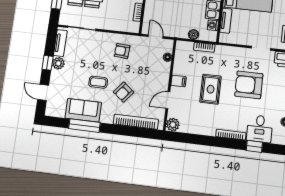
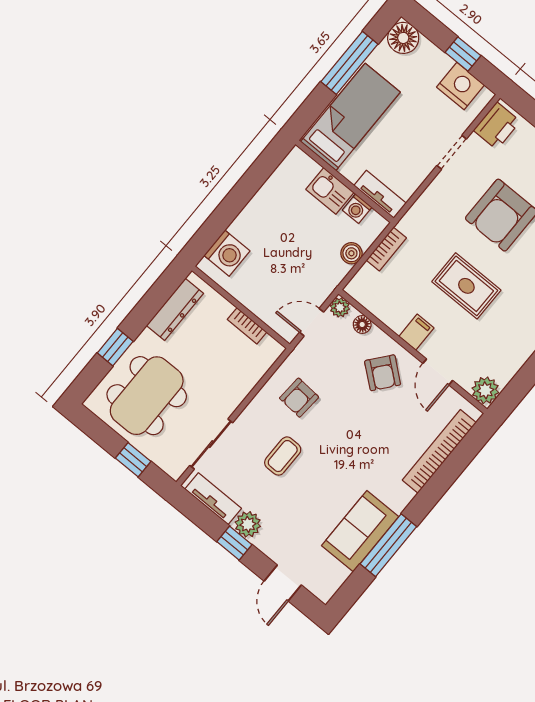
tv unit: (226, 21) -> (380, 194), moved
plant: (169, 44) -> (340, 307), added
coffee table: (98, 82) -> (283, 456), moved
door: (43, 92) -> (283, 583), hinge flipped
armchair: (124, 92) -> (383, 373), moved

